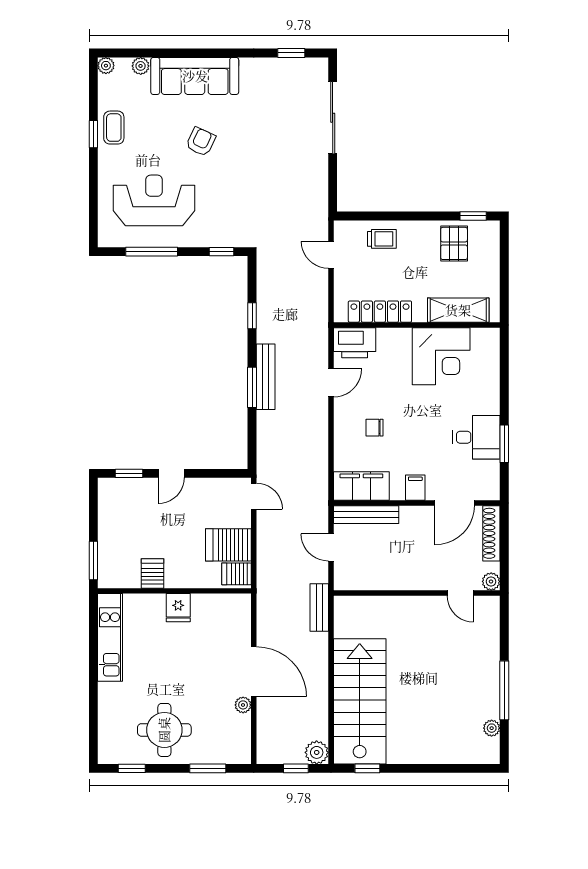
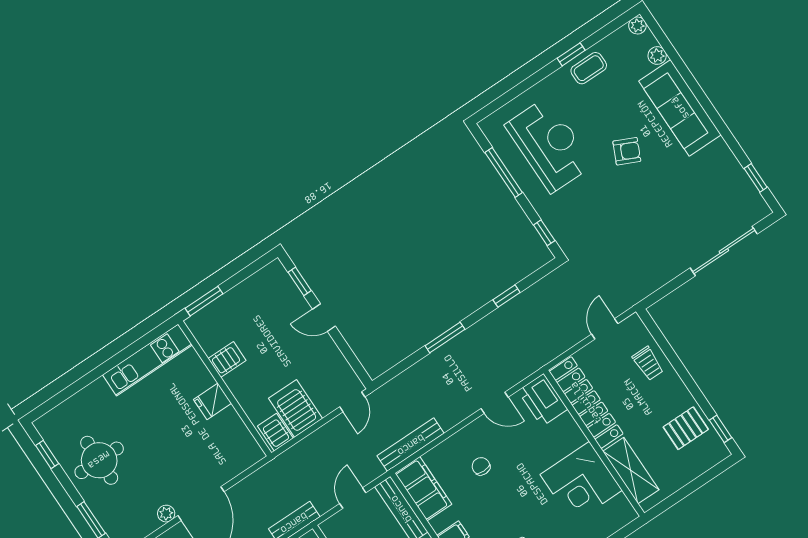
locker: (380, 312) -> (586, 403), width x1.41, depth x1.21
bench: (266, 377) -> (411, 445), moved

